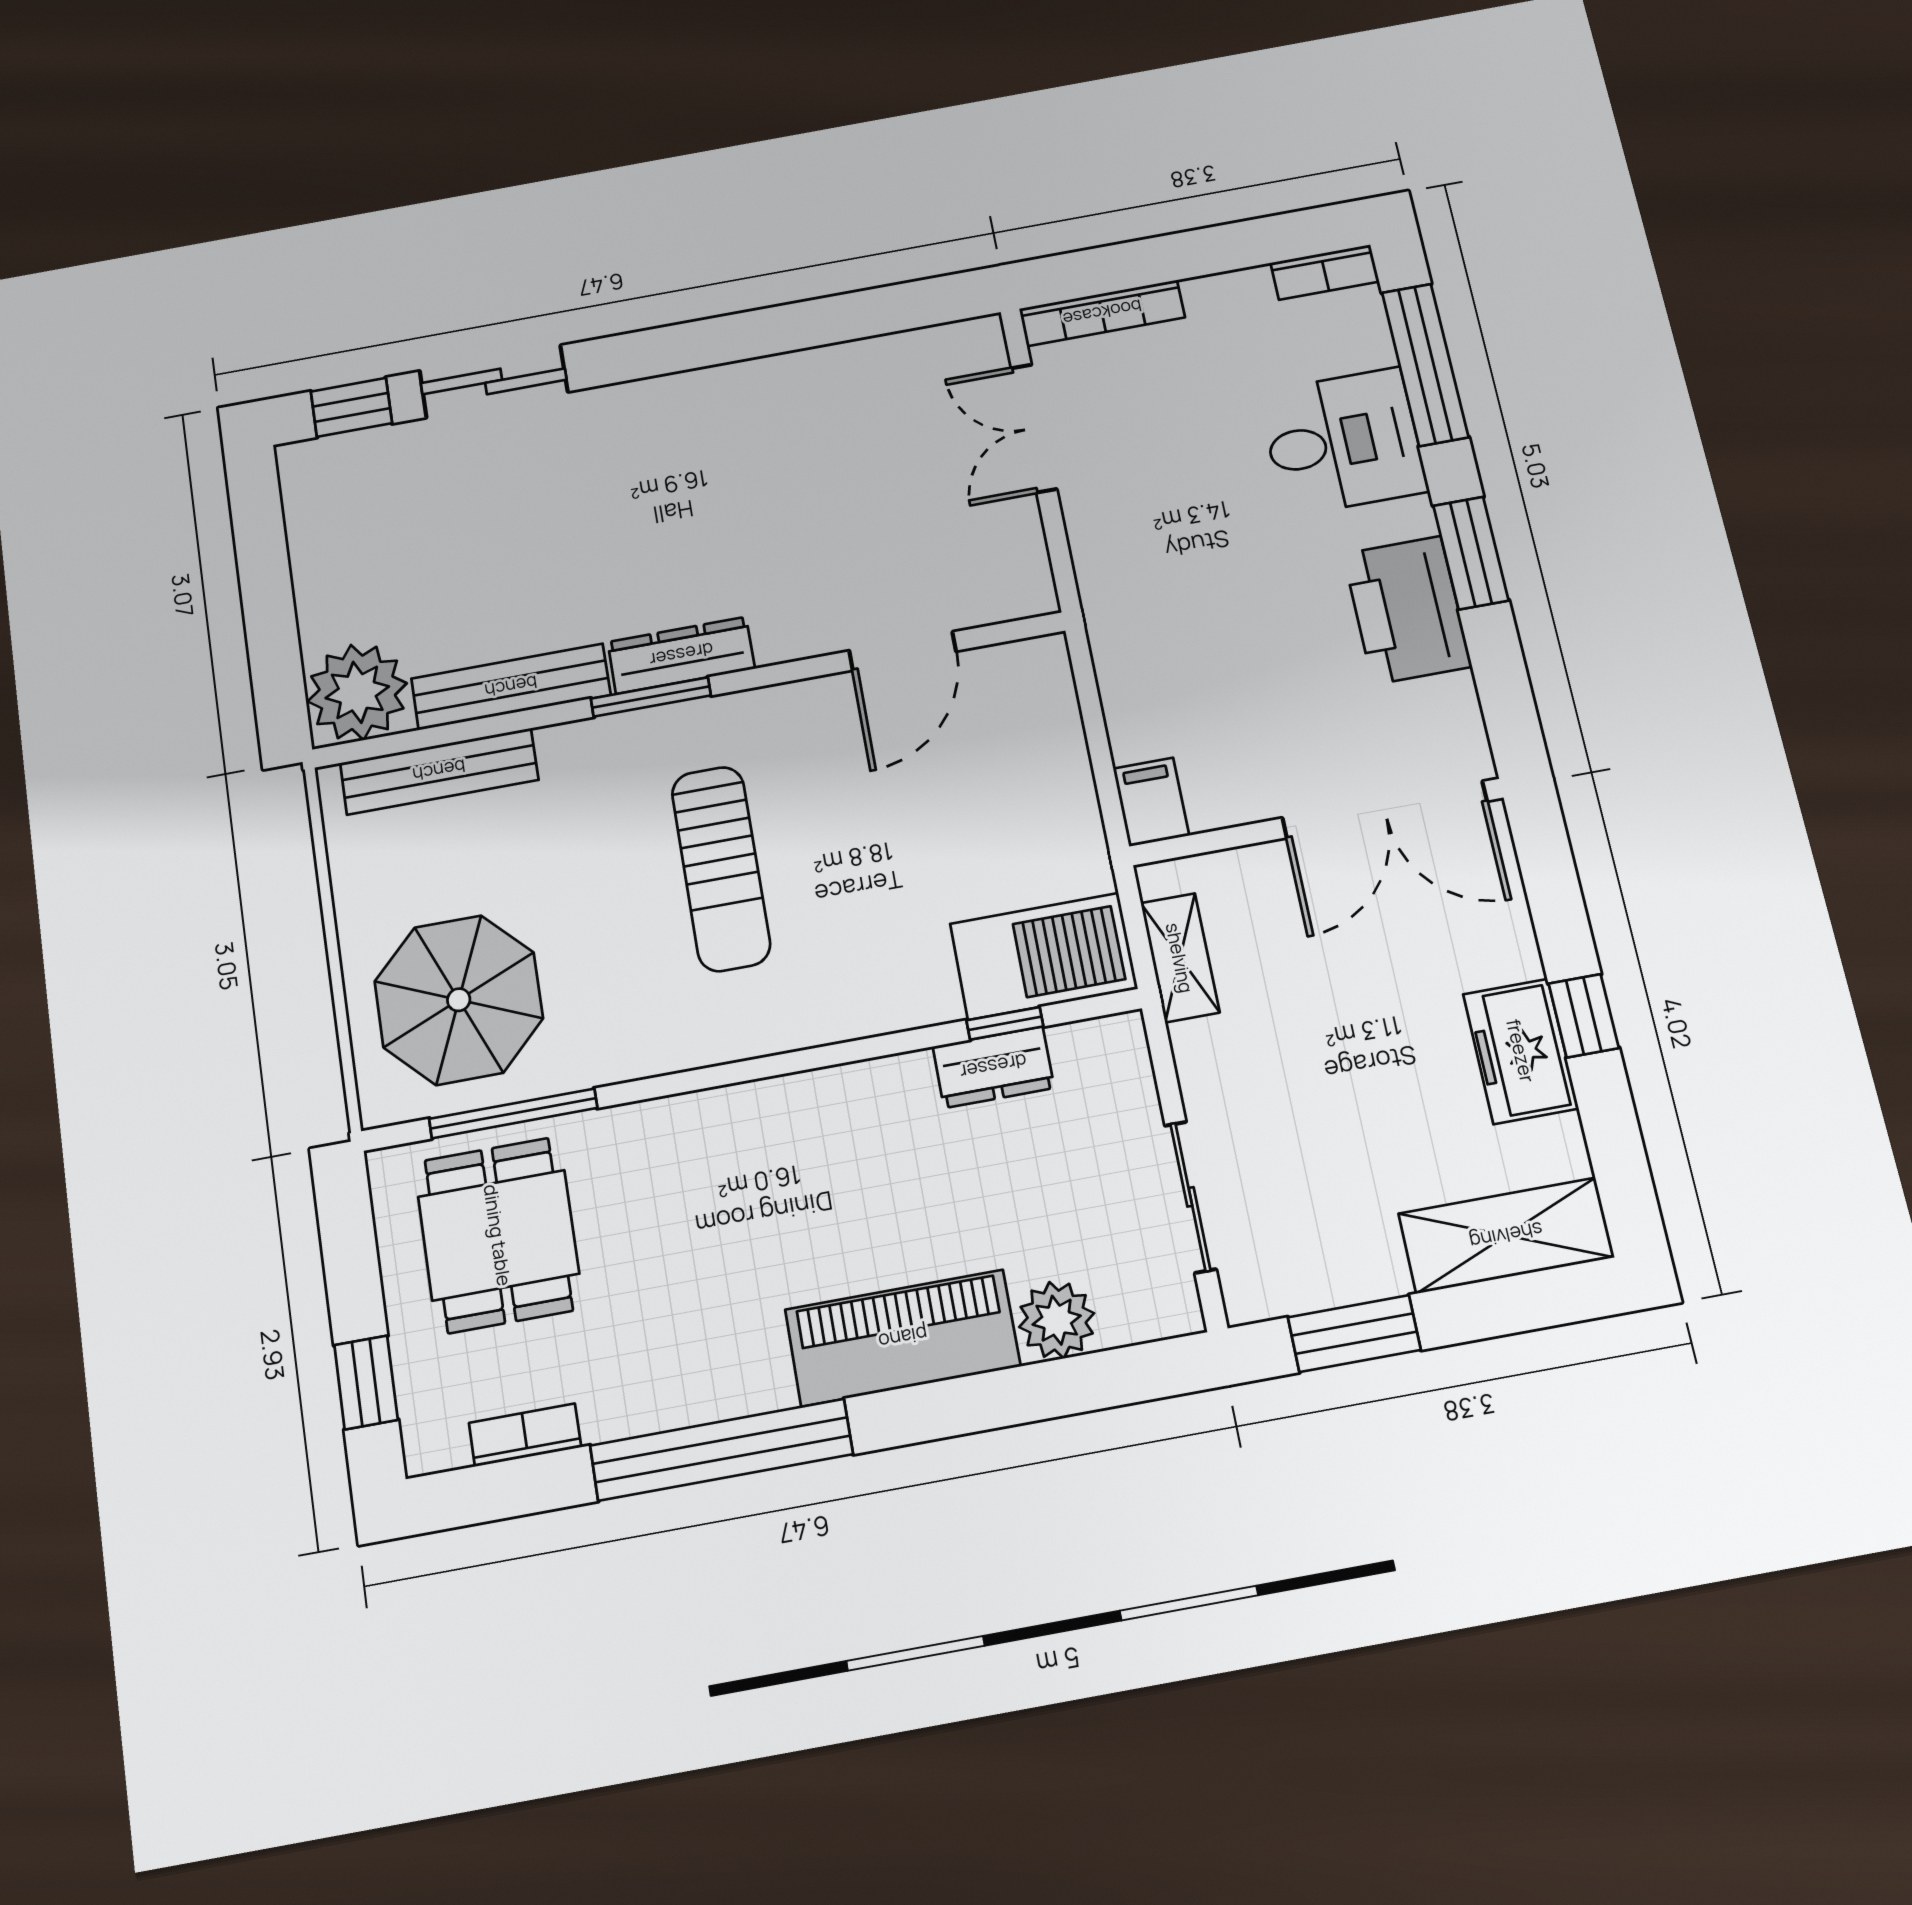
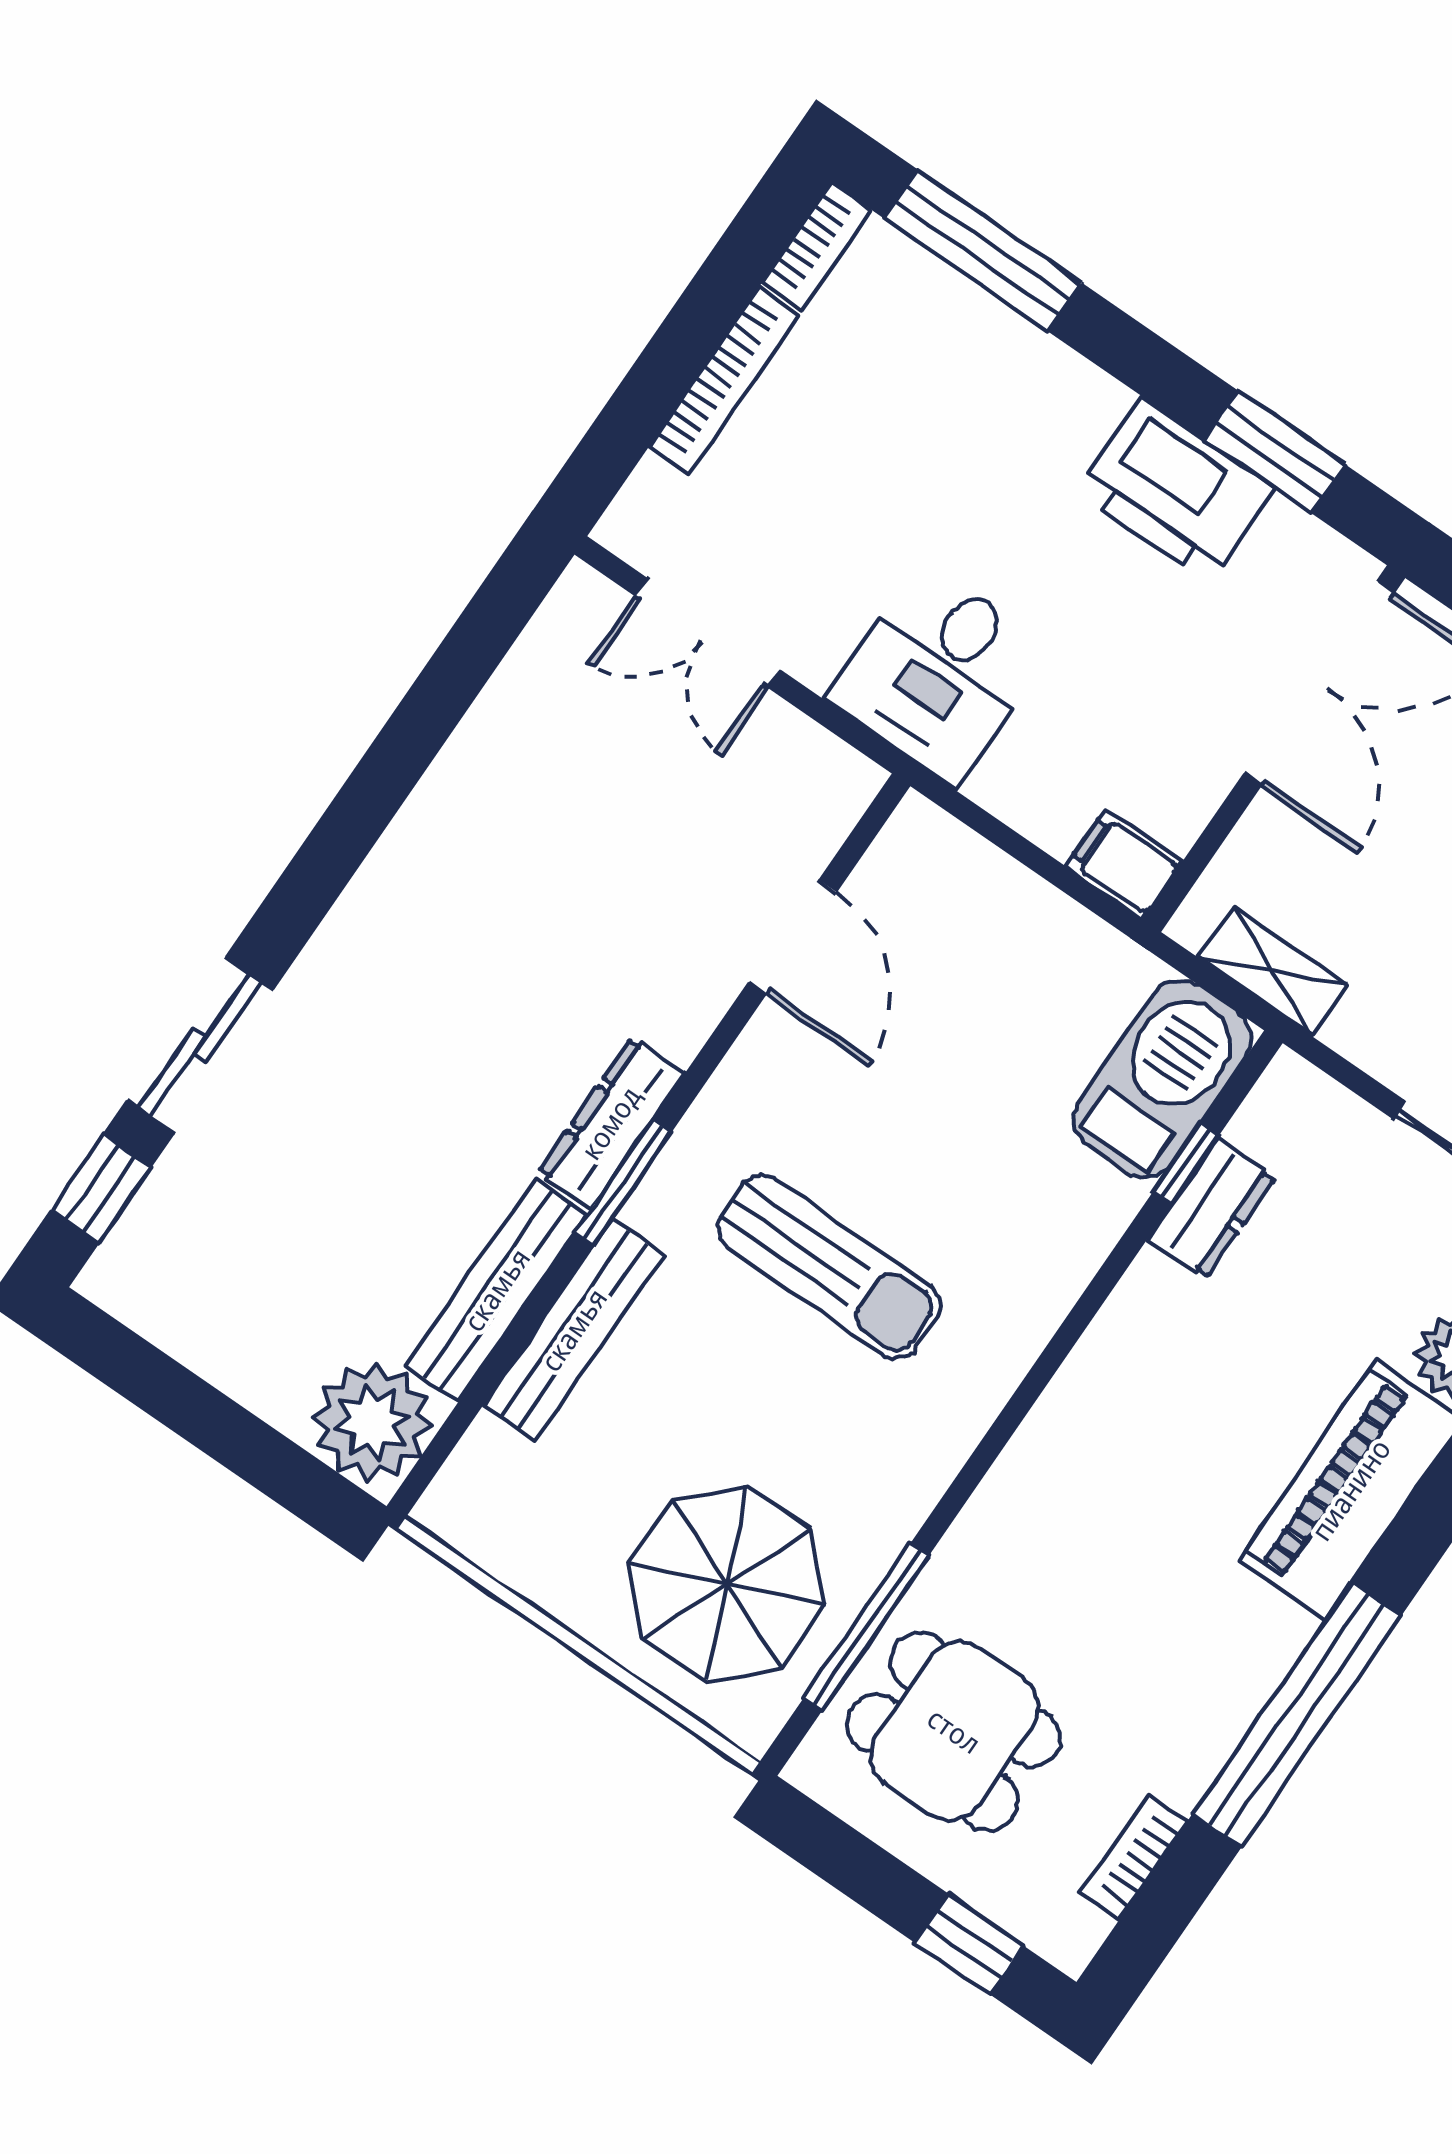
bookcase: (1102, 313) -> (724, 381), moved
desk: (1343, 442) -> (939, 674), moved, turned 180
window: (1471, 553) -> (1275, 452), moved
bench: (439, 771) -> (574, 1330), moved

